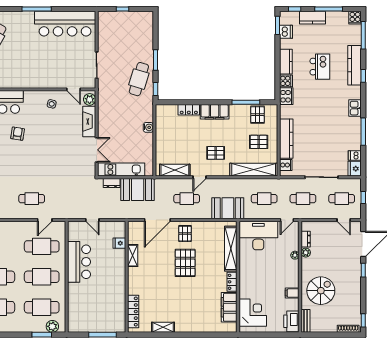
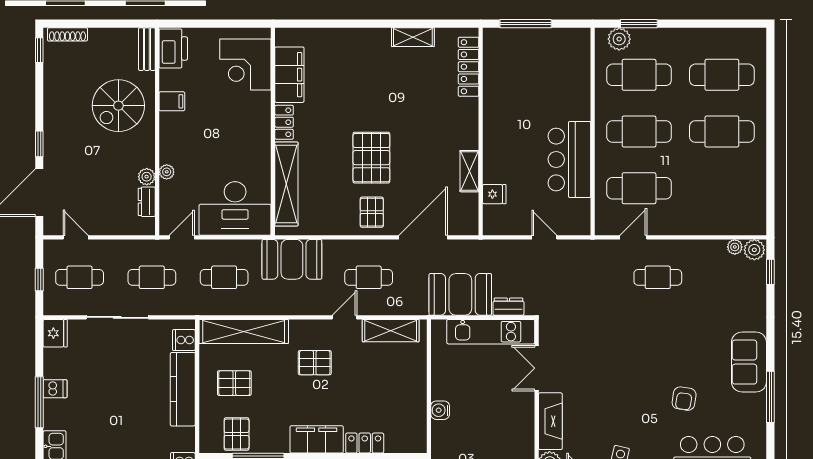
dishwasher: (355, 155) -> (55, 389), moved

